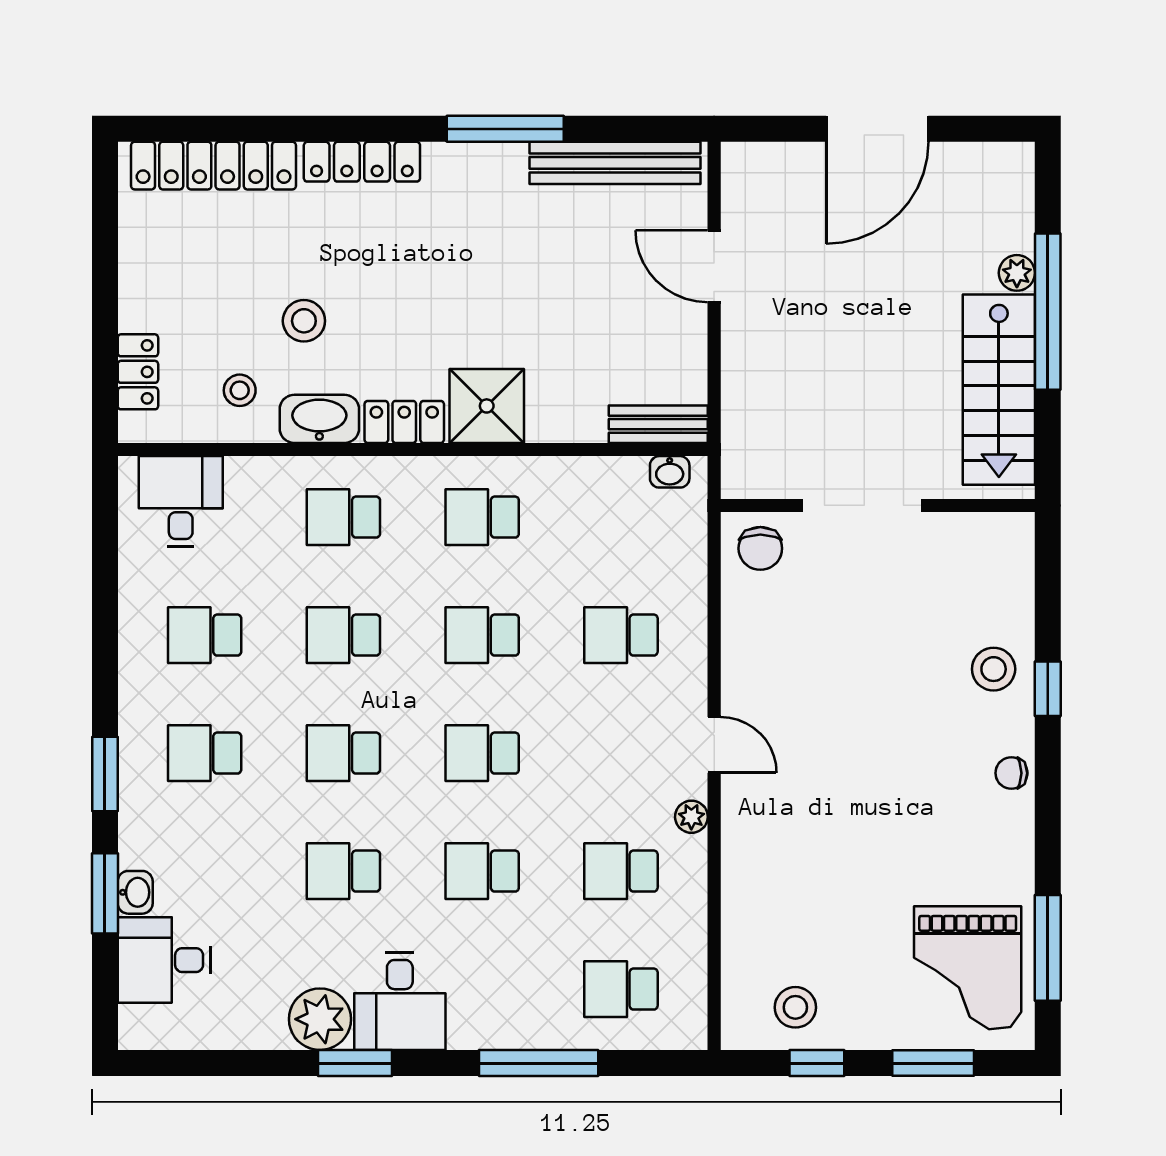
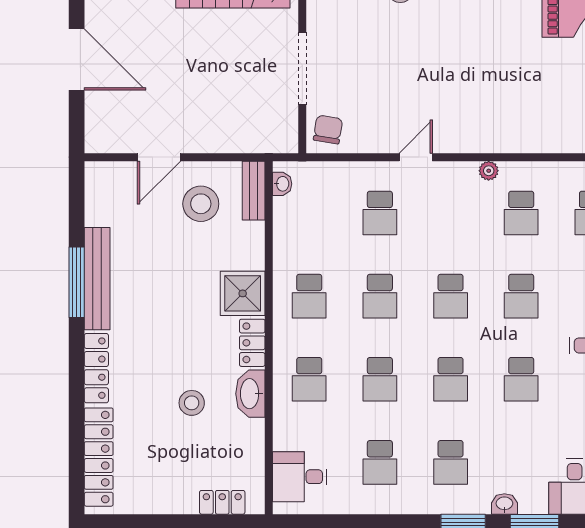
bench: (615, 163) -> (97, 279), moved
stool: (240, 390) -> (201, 204), moved, width x1.89, depth x1.89
chair: (760, 548) -> (328, 130), turned -81
door: (714, 745) -> (416, 157), moved
washbasin: (135, 892) -> (504, 504), moved

